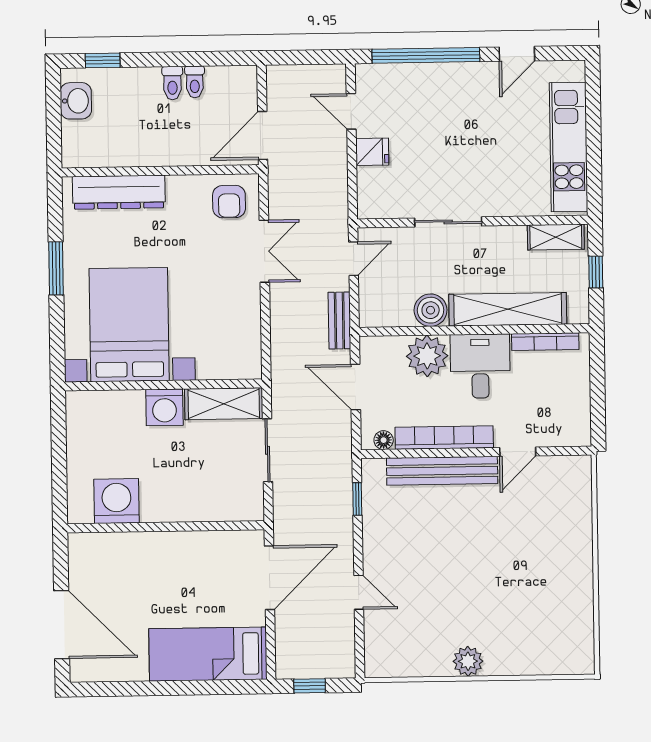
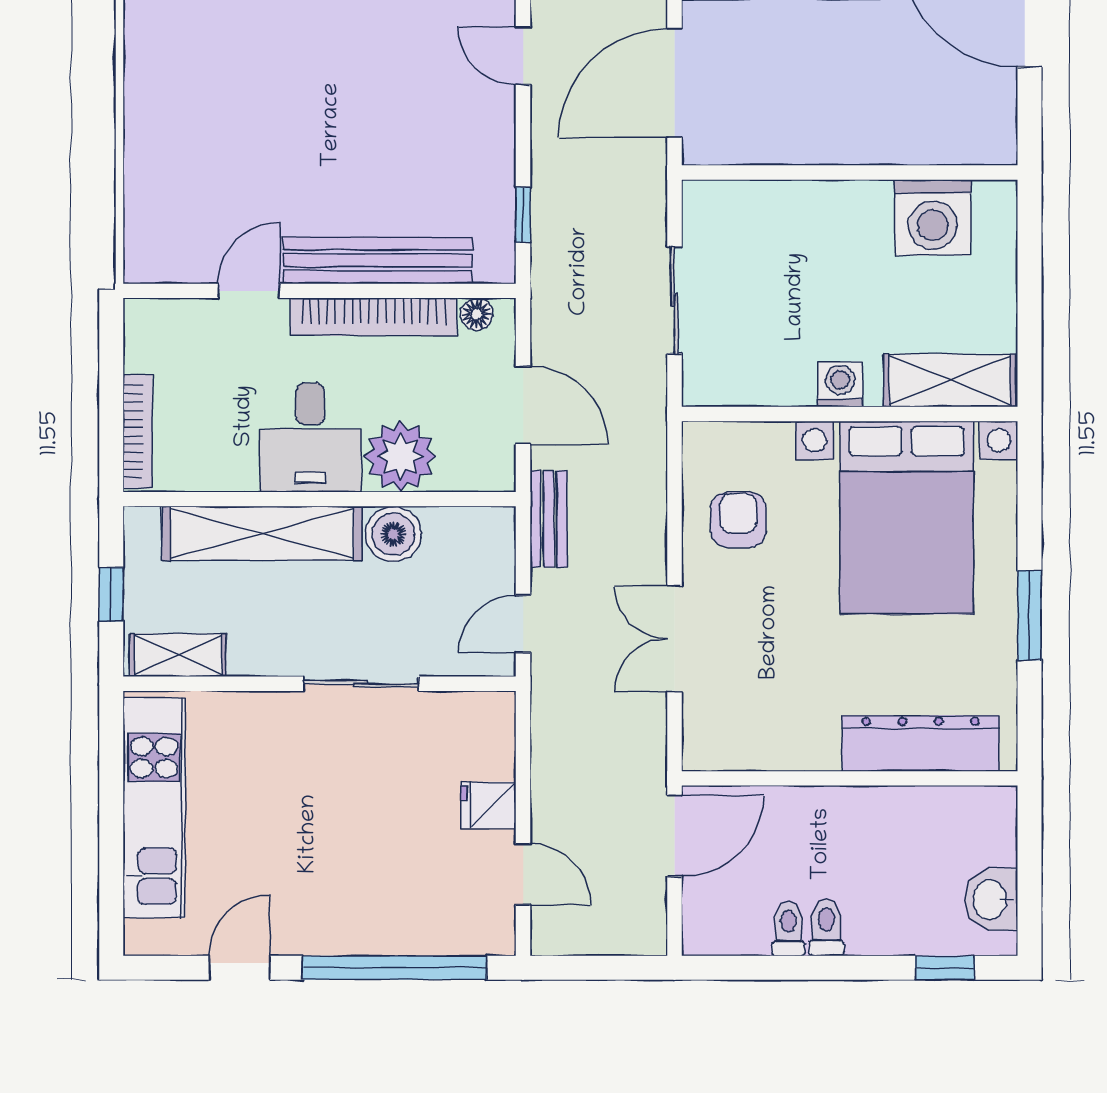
armchair: (229, 202) -> (738, 520), moved
bookcase: (545, 342) -> (138, 432), moved, turned 90
shelving: (224, 404) -> (950, 380), moved
washing machine: (164, 407) -> (840, 384), width x0.73, depth x0.73

